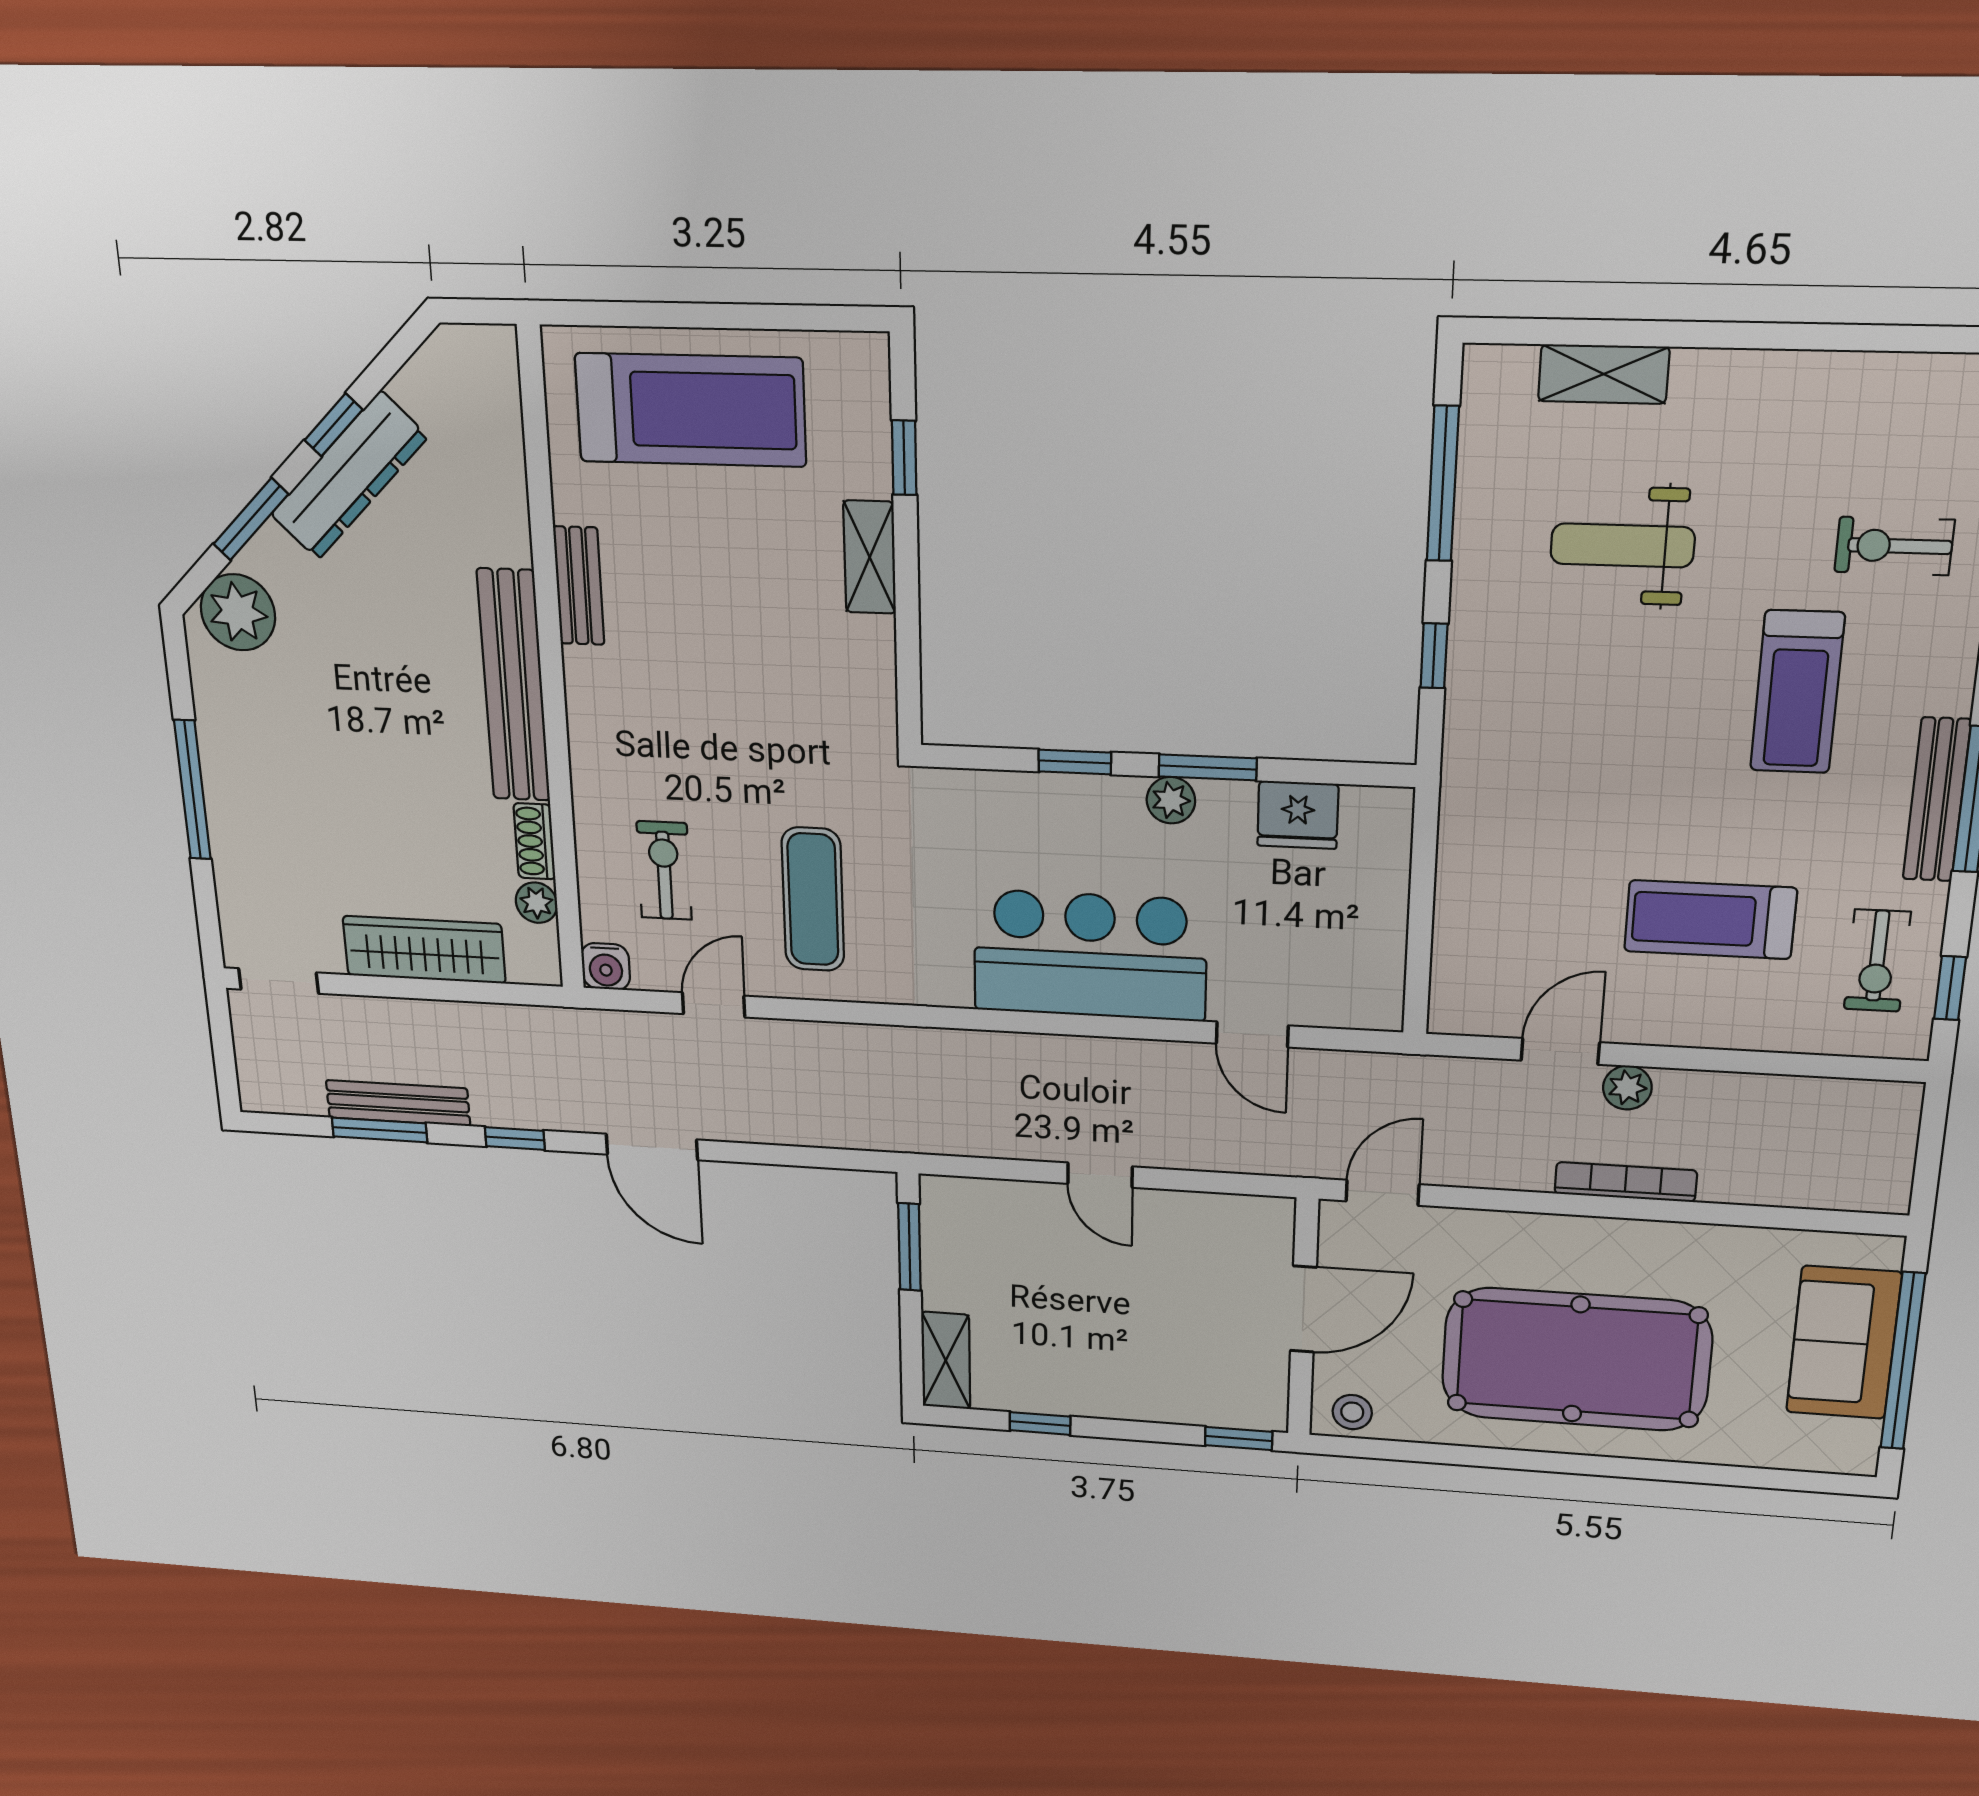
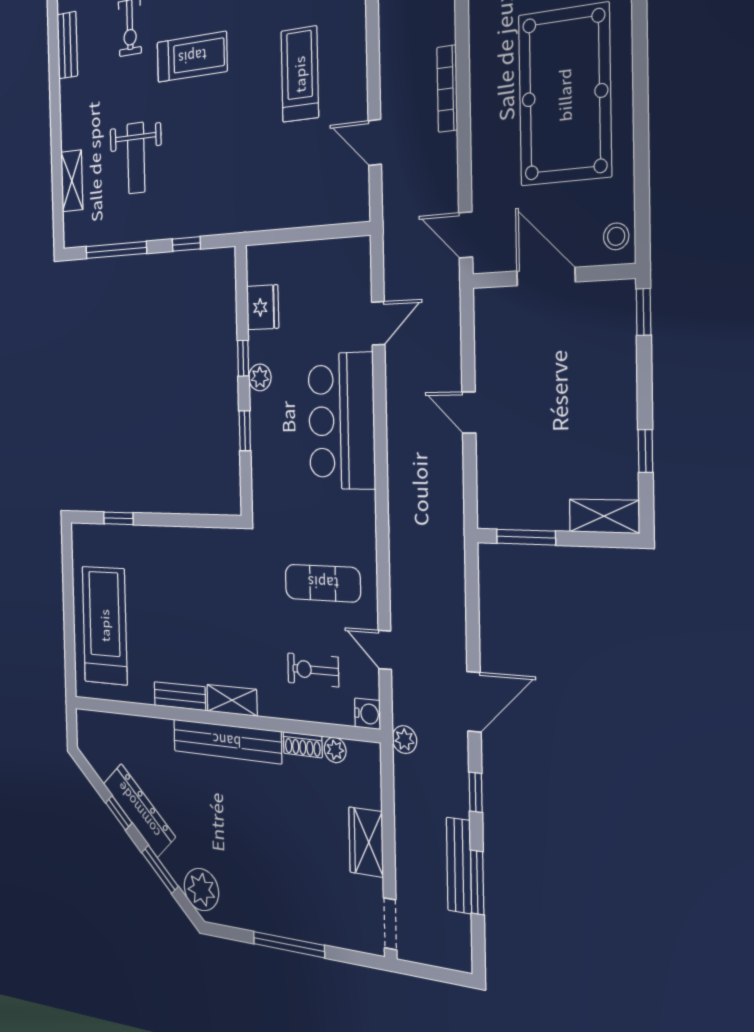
bench: (1899, 378) -> (67, 45), added
shelving: (870, 557) -> (232, 700), moved
window: (1208, 767) -> (243, 358), width x0.67
treadmill: (1710, 920) -> (300, 74), turned 180
wardrobe: (424, 950) -> (366, 842), width x0.67
plant: (1627, 1088) -> (404, 740), moved
door: (1100, 1175) -> (469, 412), swing flipped

